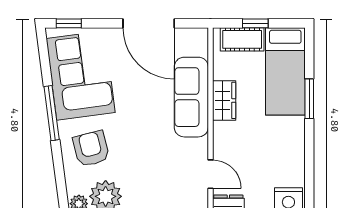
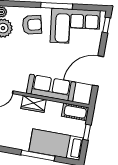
cot: (242, 39) -> (75, 112), moved, turned 90
window: (309, 99) -> (38, 155), width x1.44
wardrobe: (224, 100) -> (34, 104), moved

